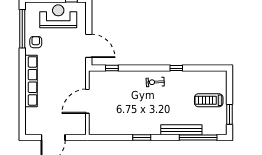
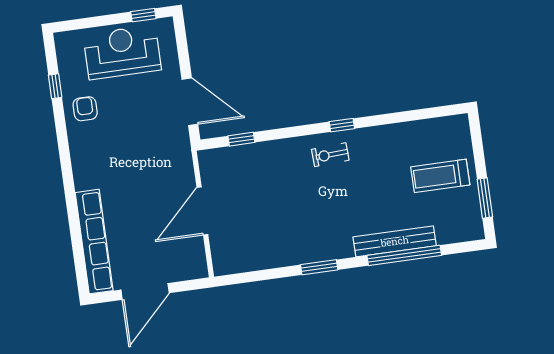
window: (22, 29) -> (55, 86), width x0.32
window: (176, 68) -> (342, 125), moved
row of seats: (31, 81) -> (94, 242), moved
window: (198, 138) -> (404, 255), moved

